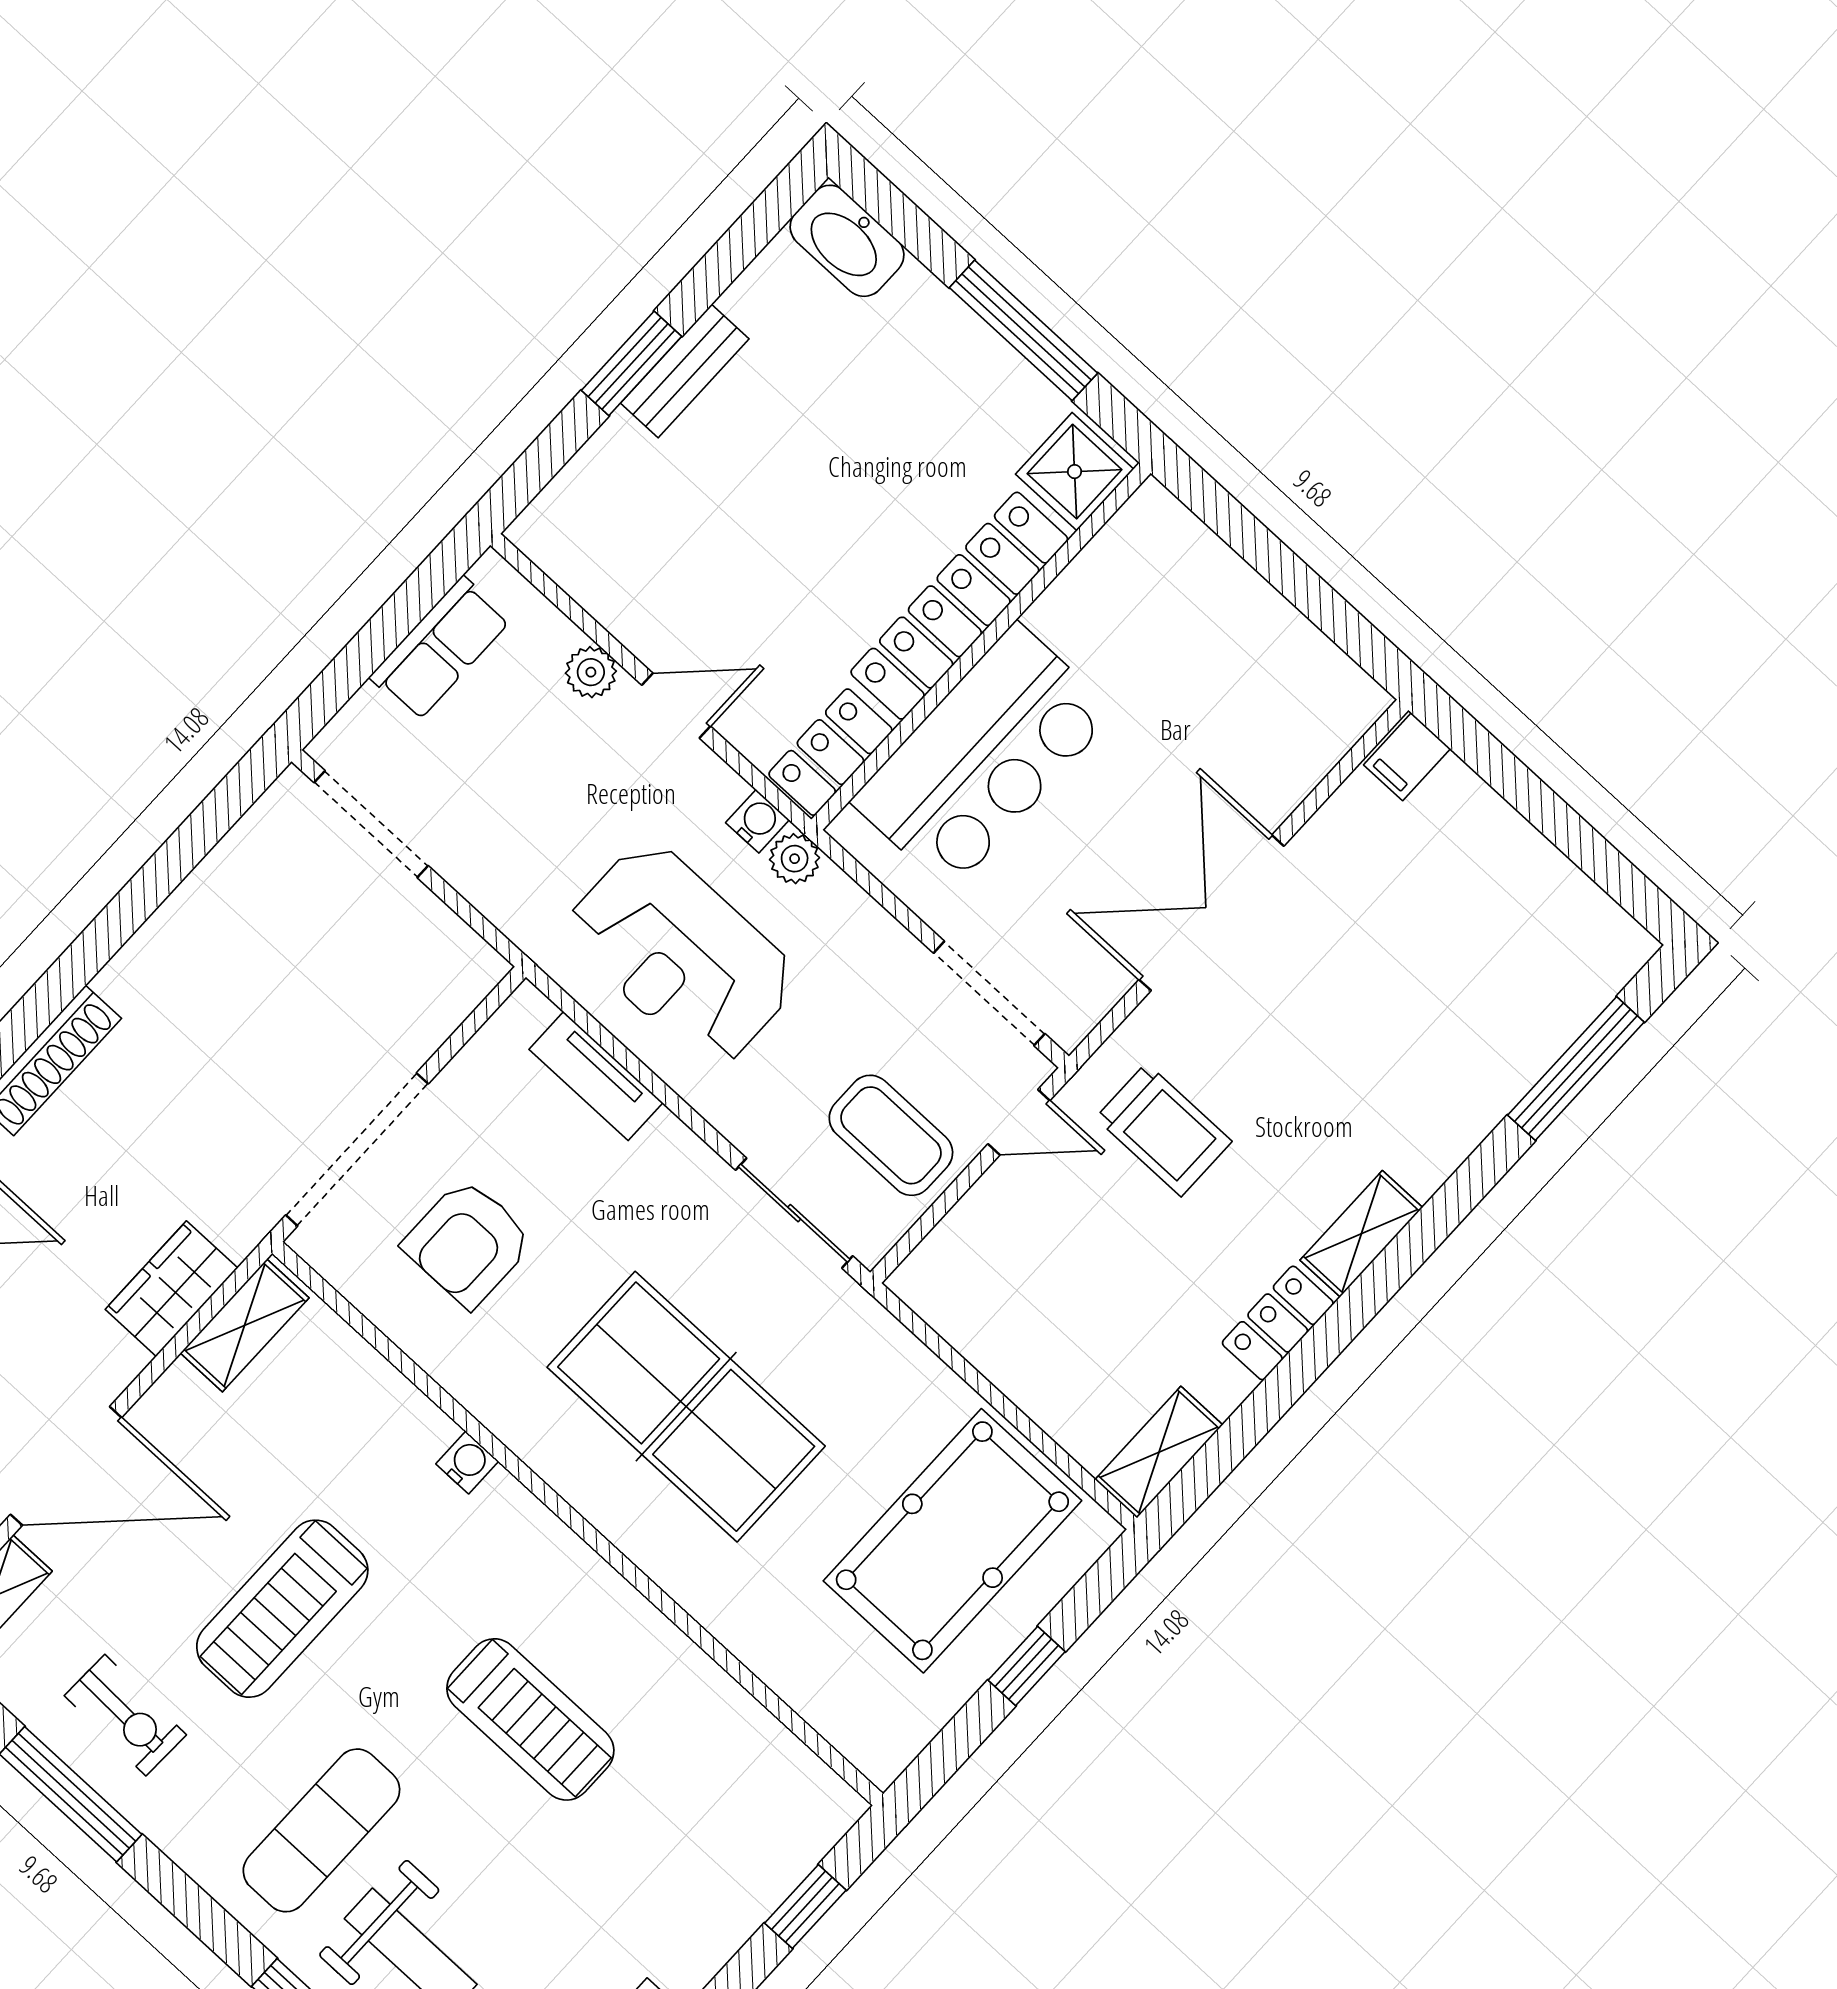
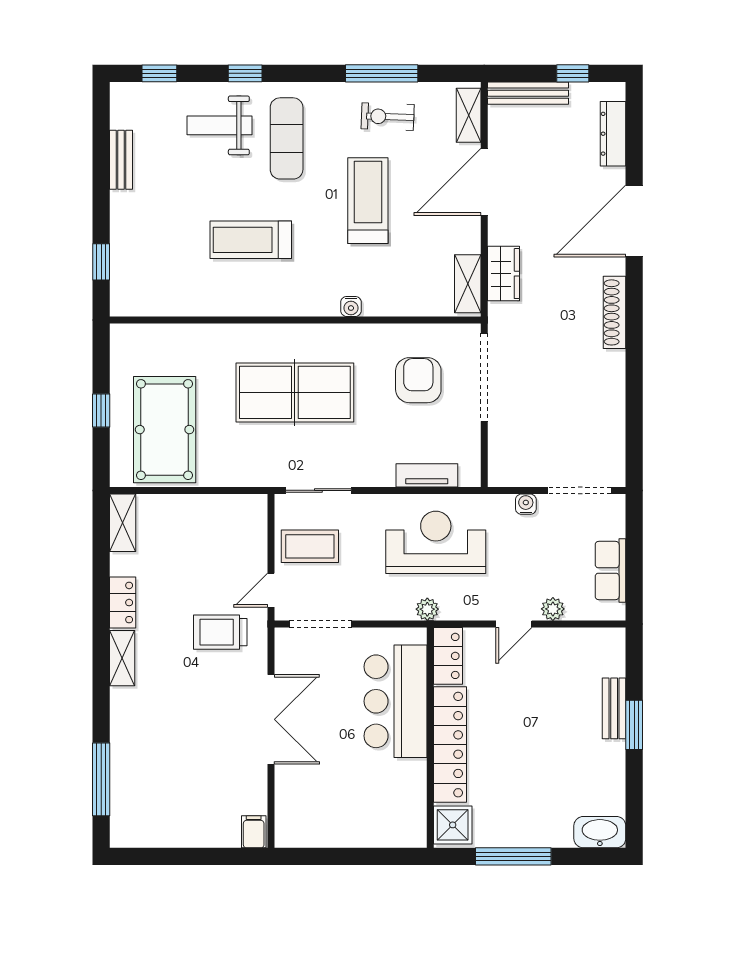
bench: (685, 371) -> (614, 708), moved
water cooler: (757, 821) -> (526, 504), moved, turned 180

